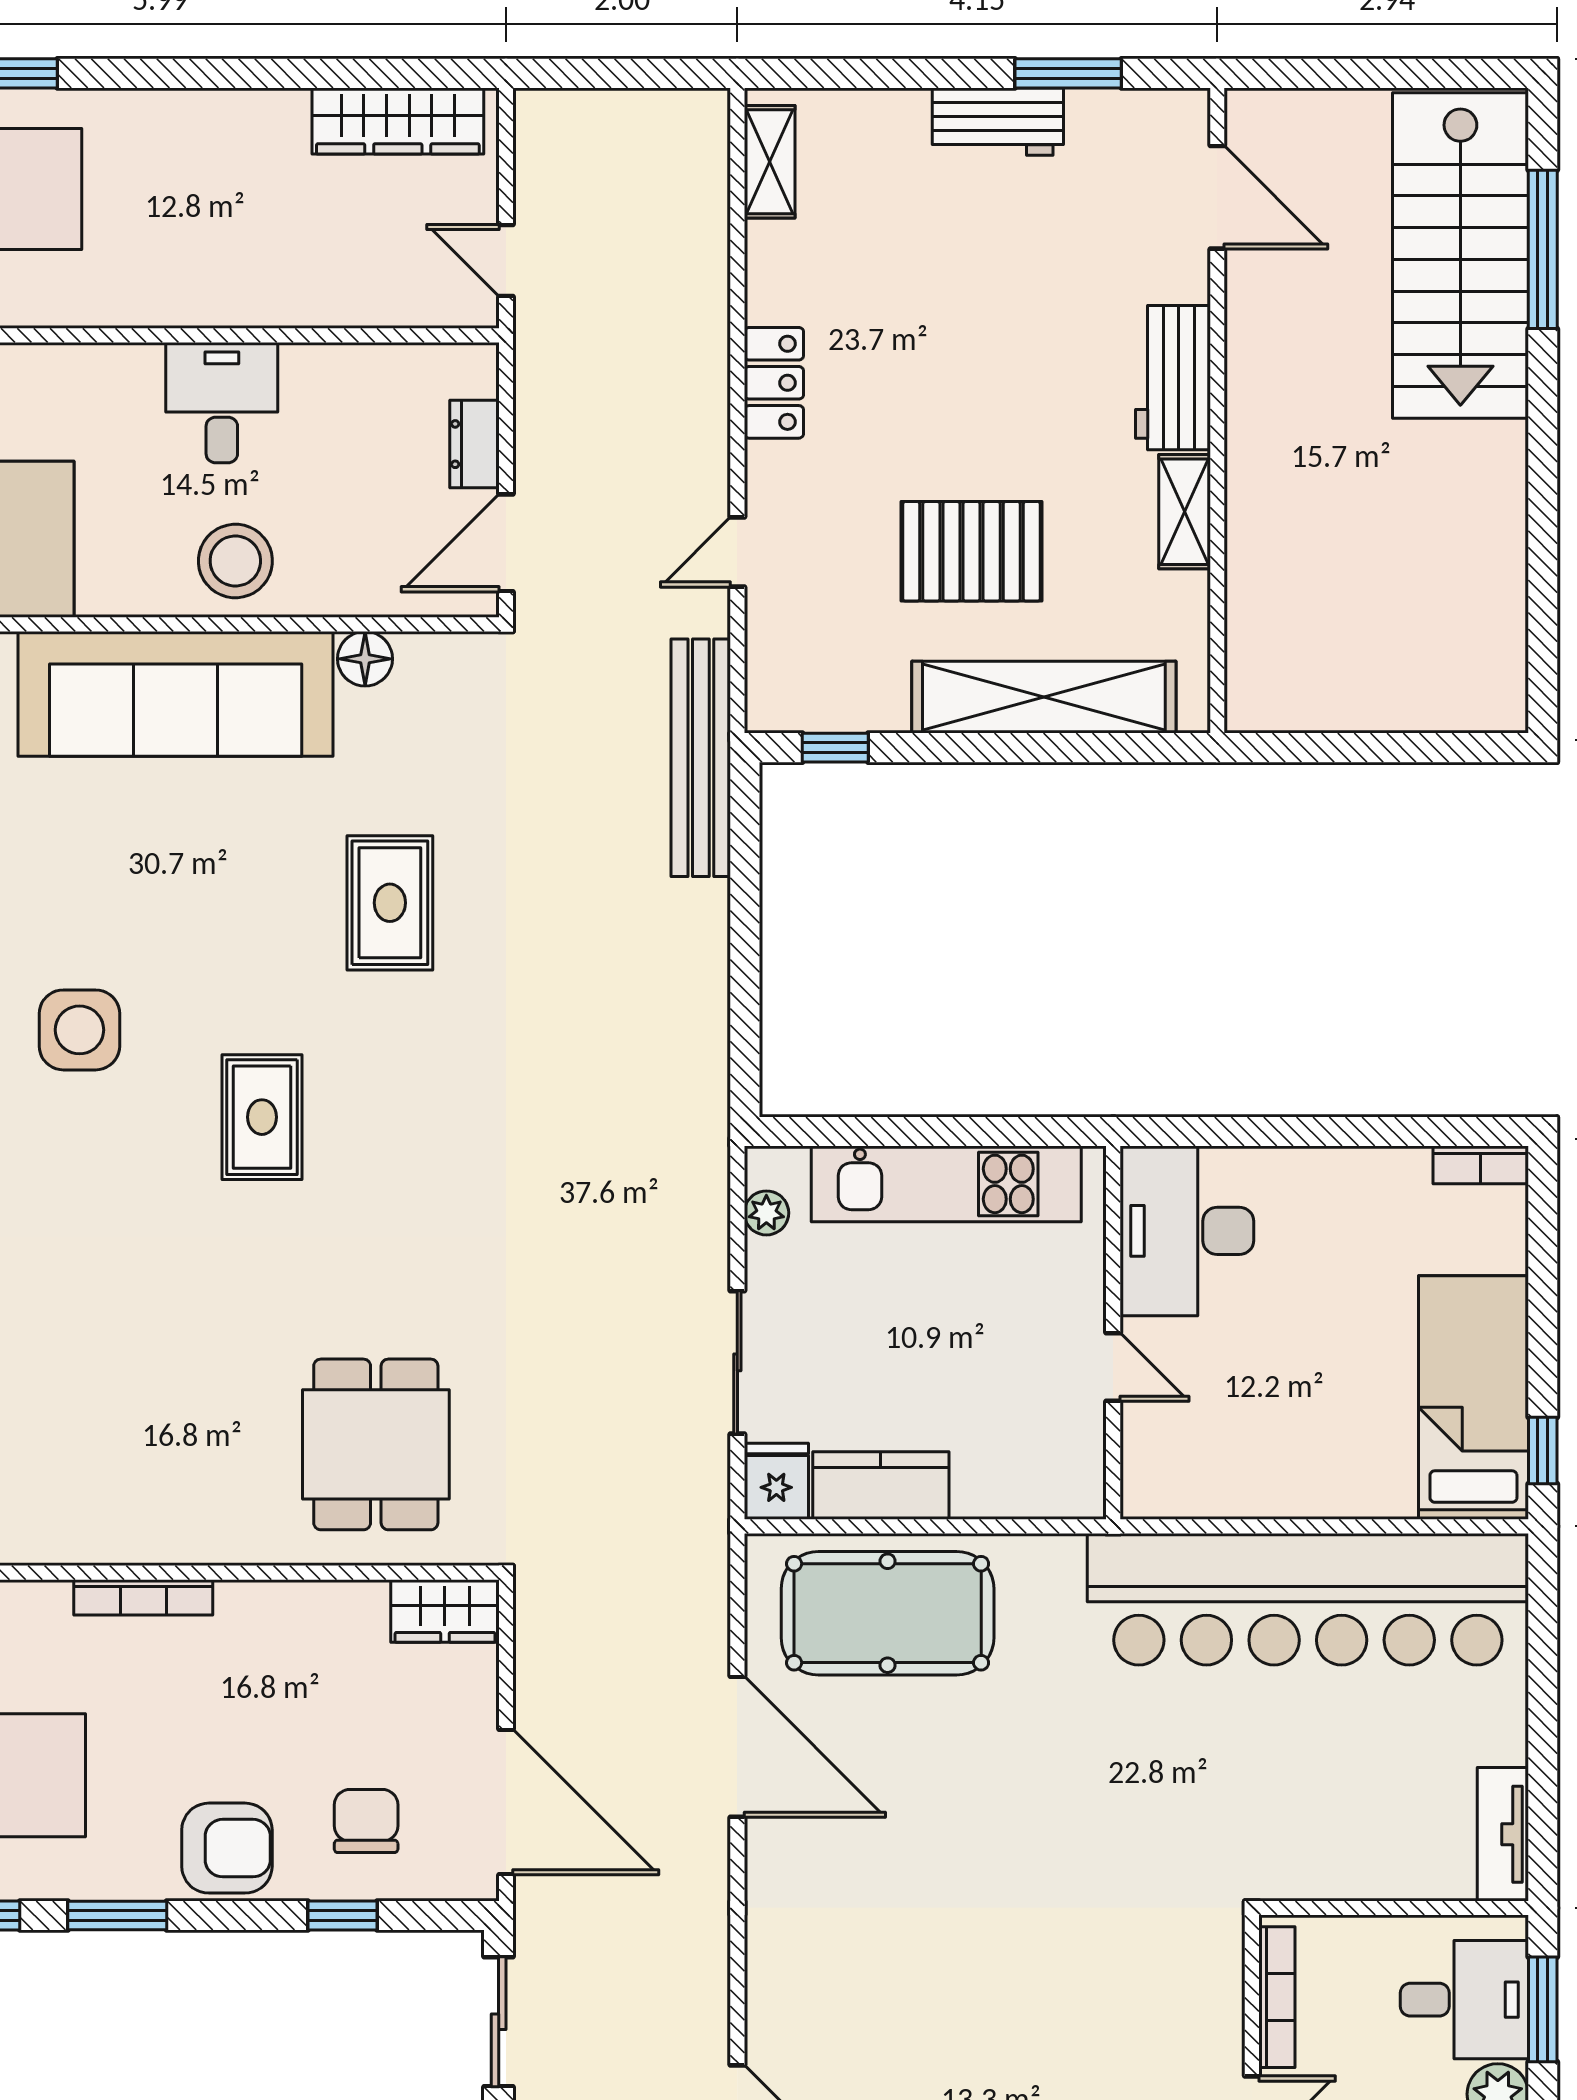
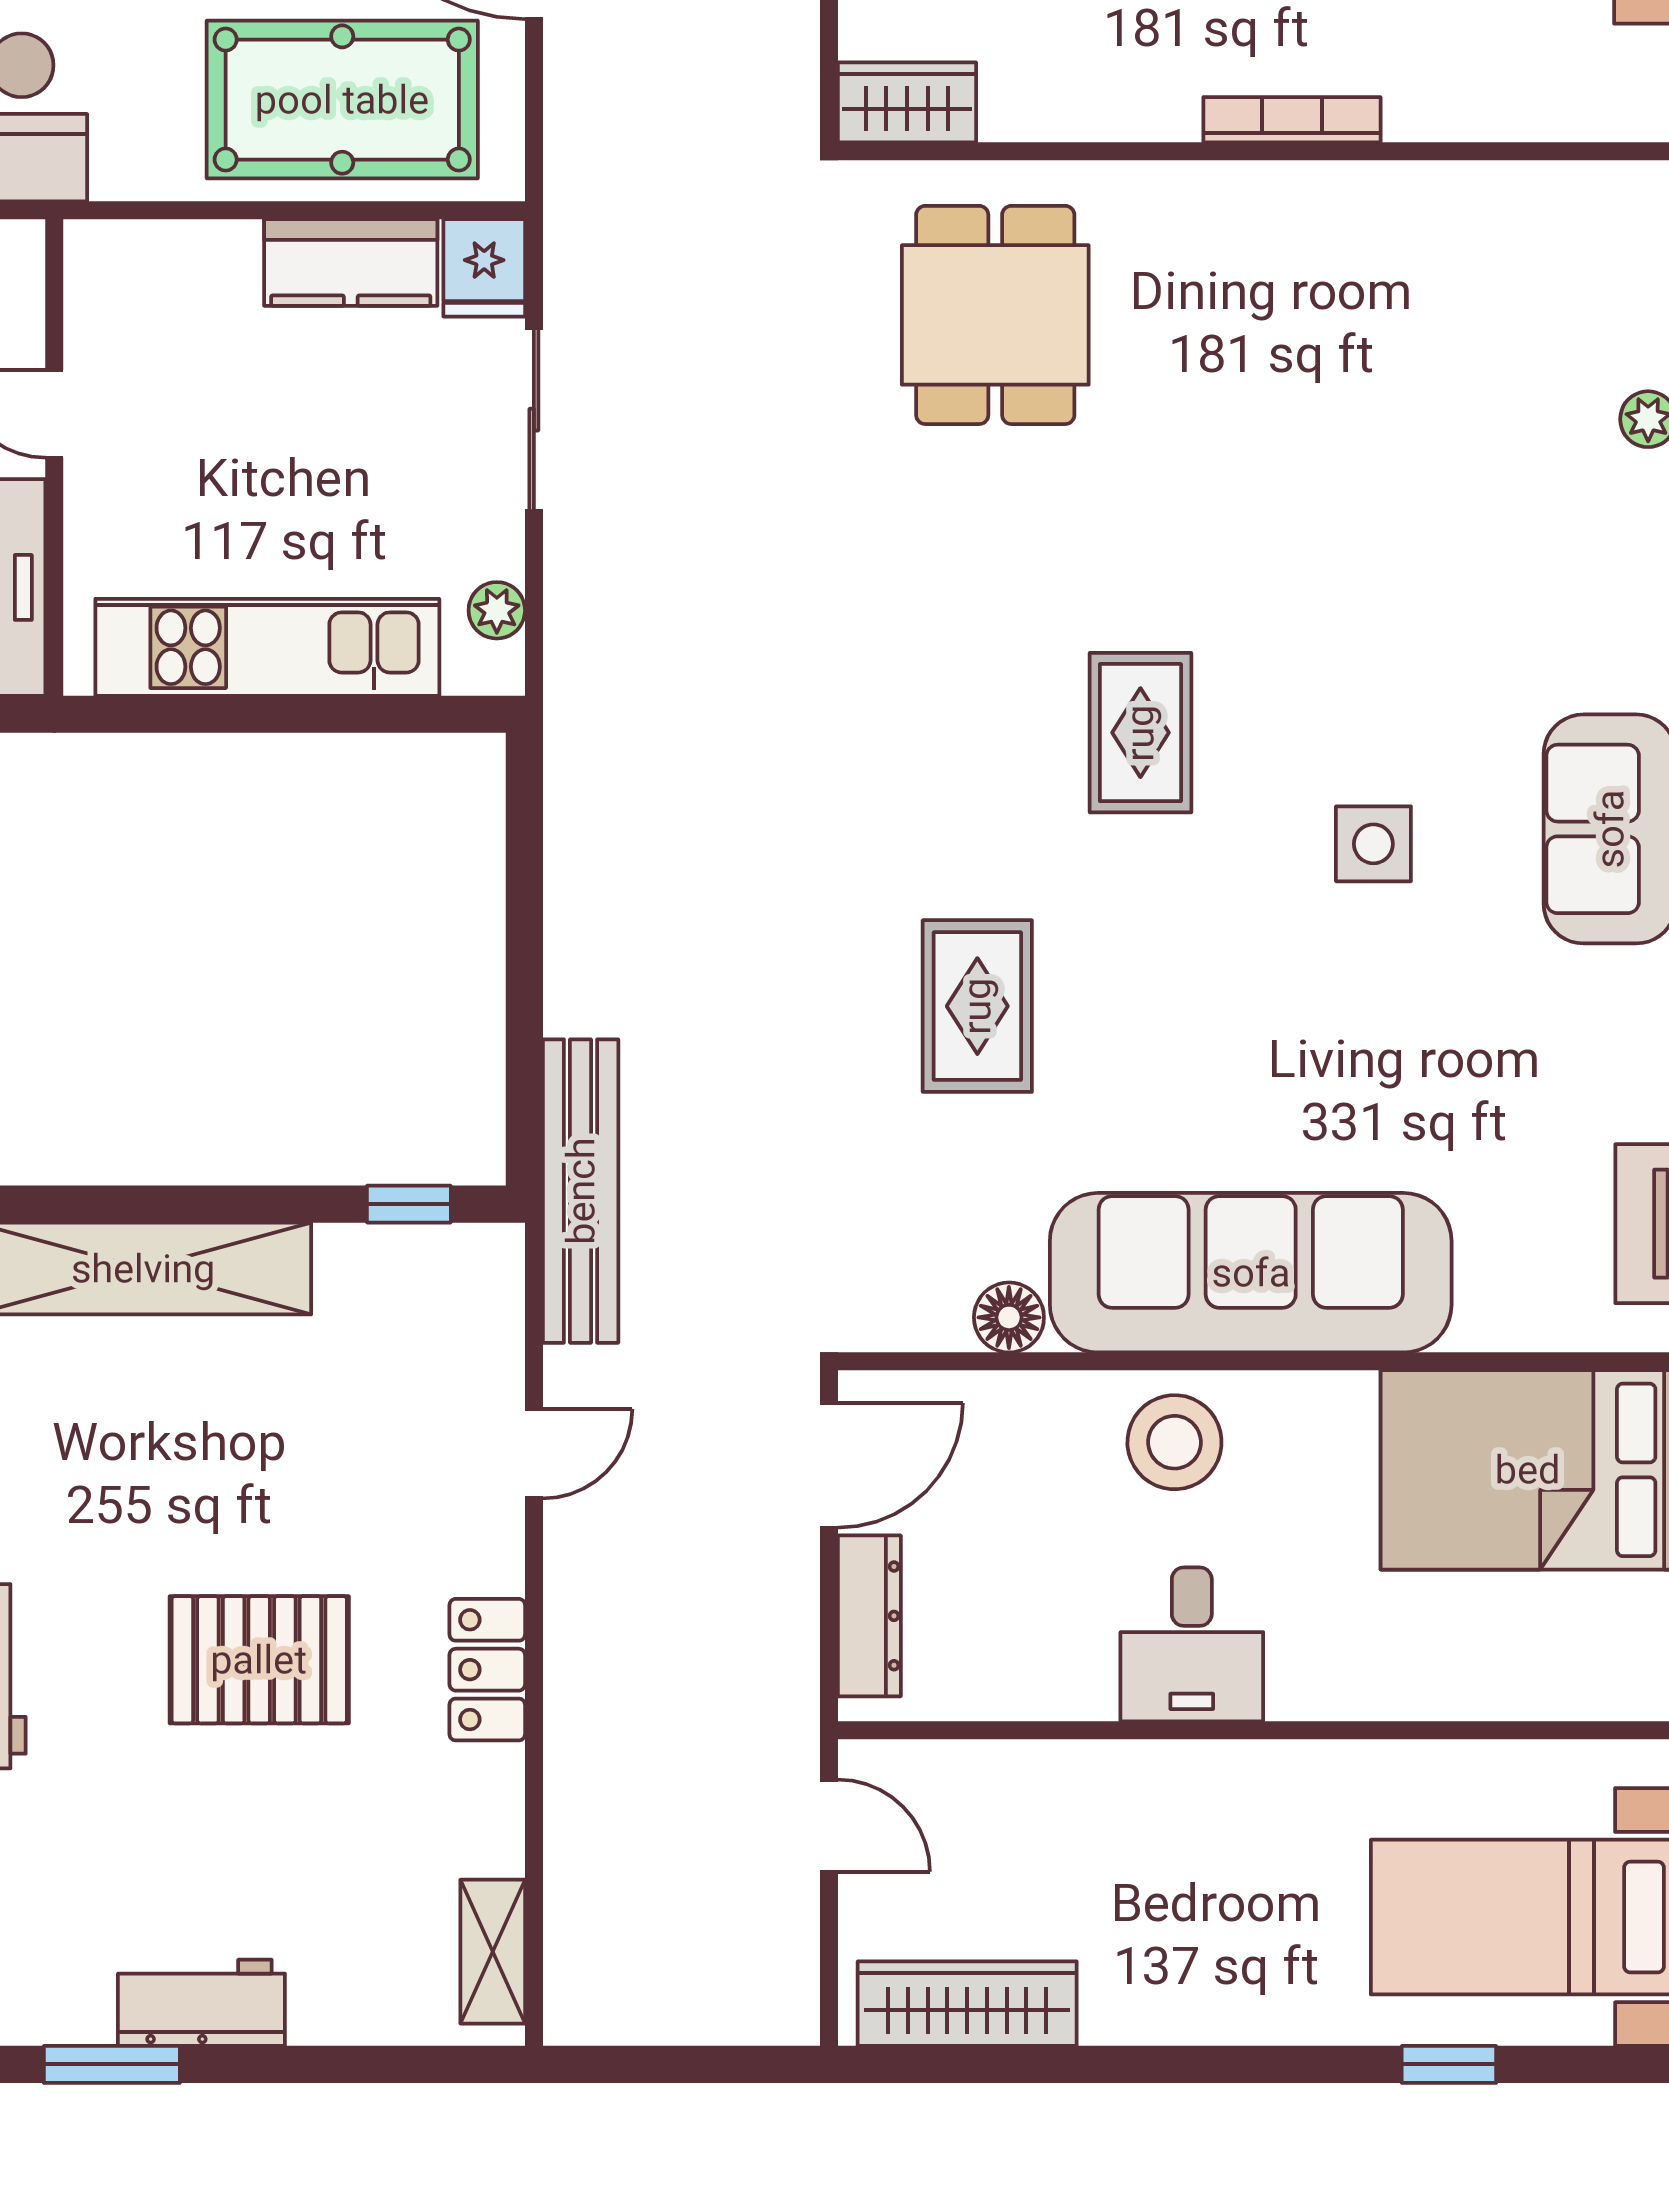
dresser: (474, 444) -> (869, 1616), width x1.44
pallet: (972, 551) -> (259, 1660), moved
side table: (79, 1030) -> (1373, 844), width x0.73, depth x0.73

